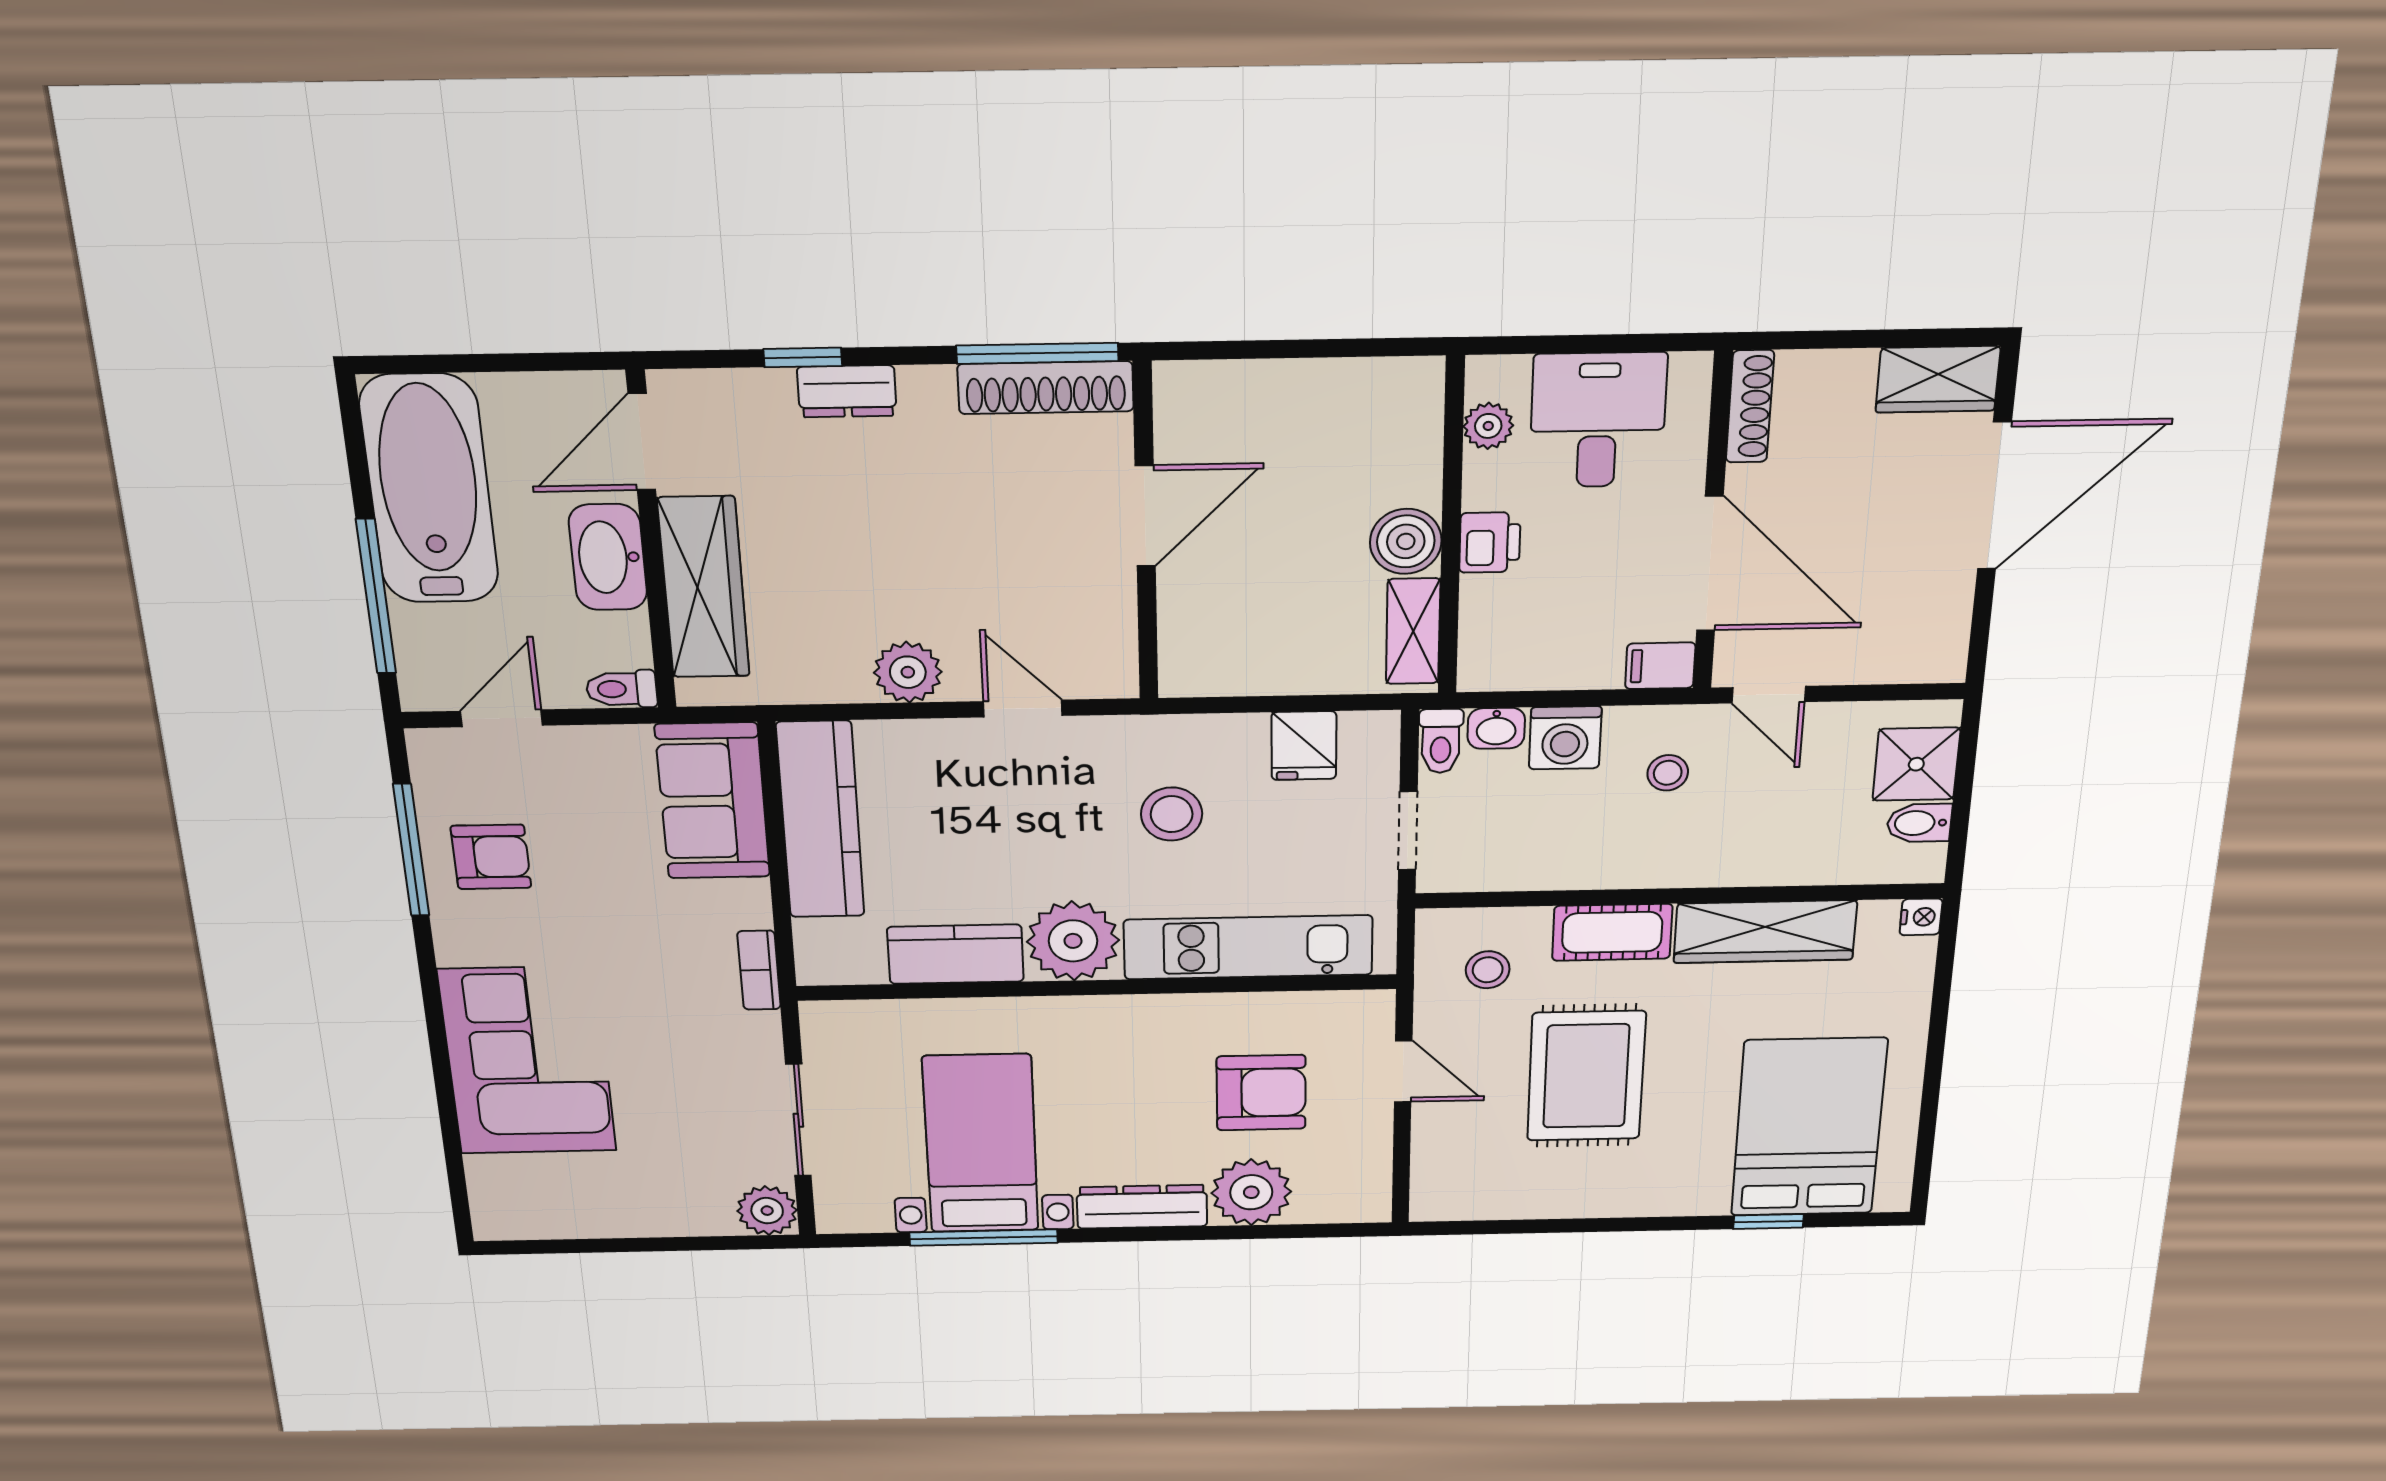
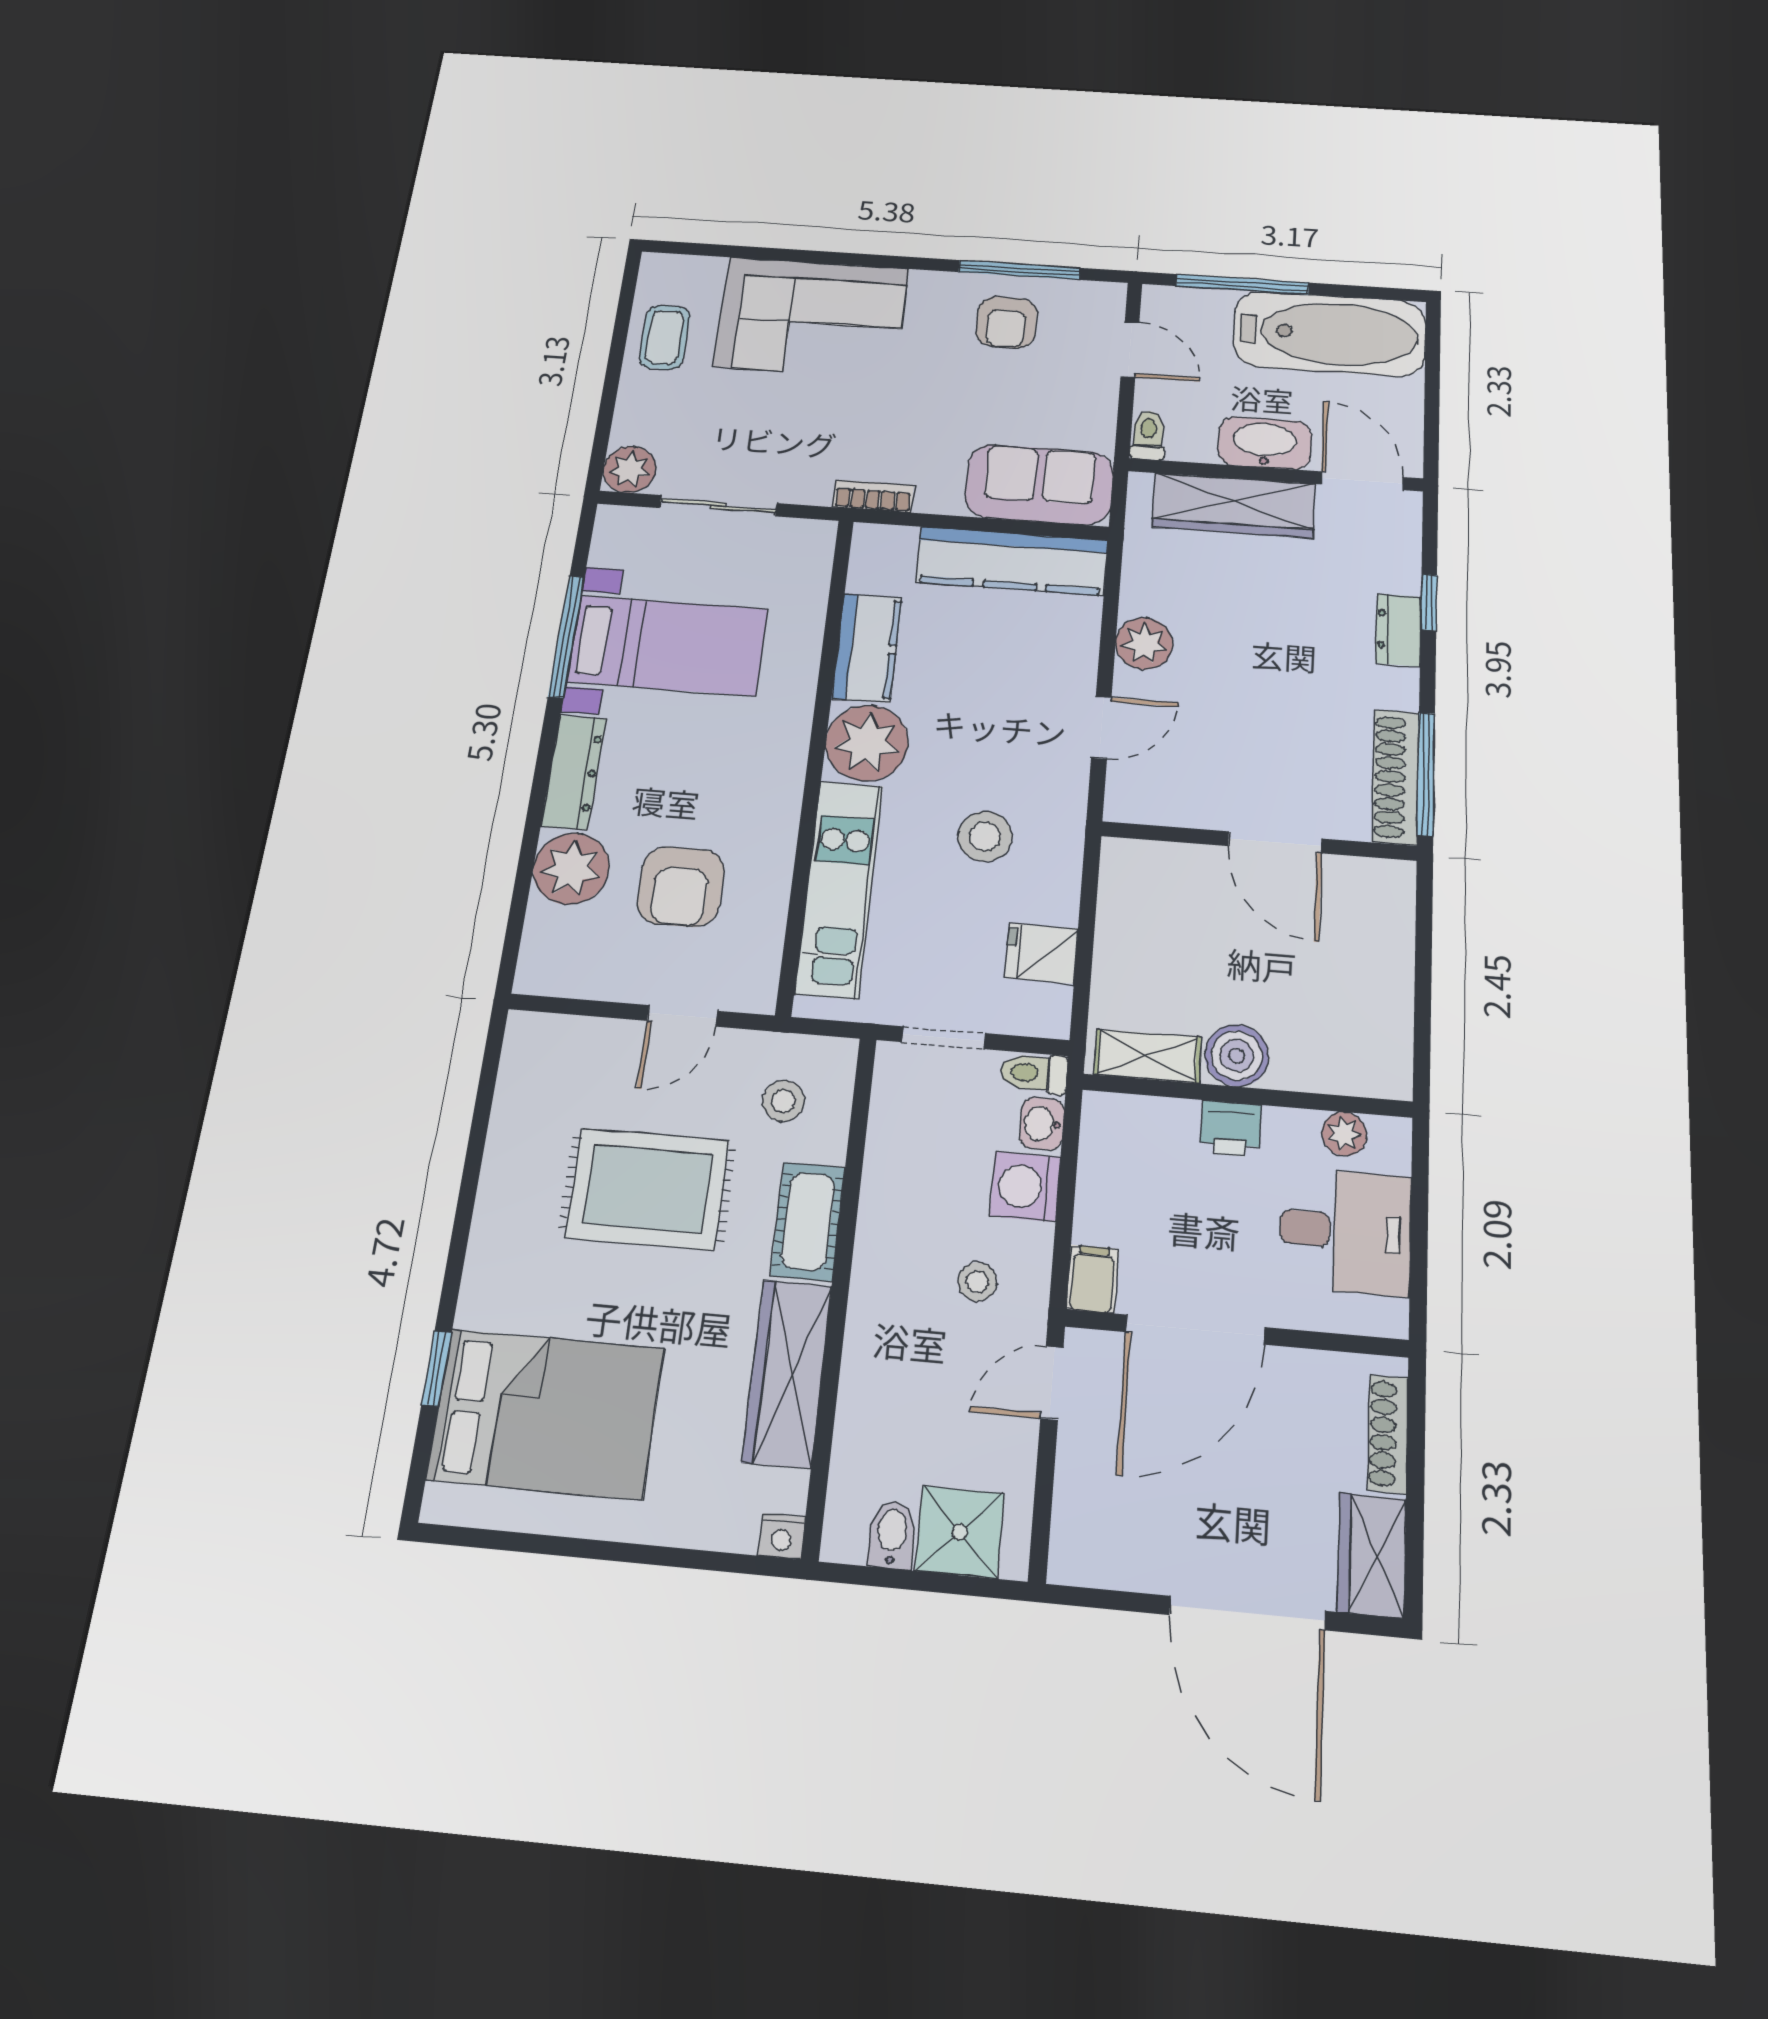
shoe rack: (1750, 406) -> (1388, 1434), moved, turned 90
coffee table: (586, 1202) -> (665, 337), added

